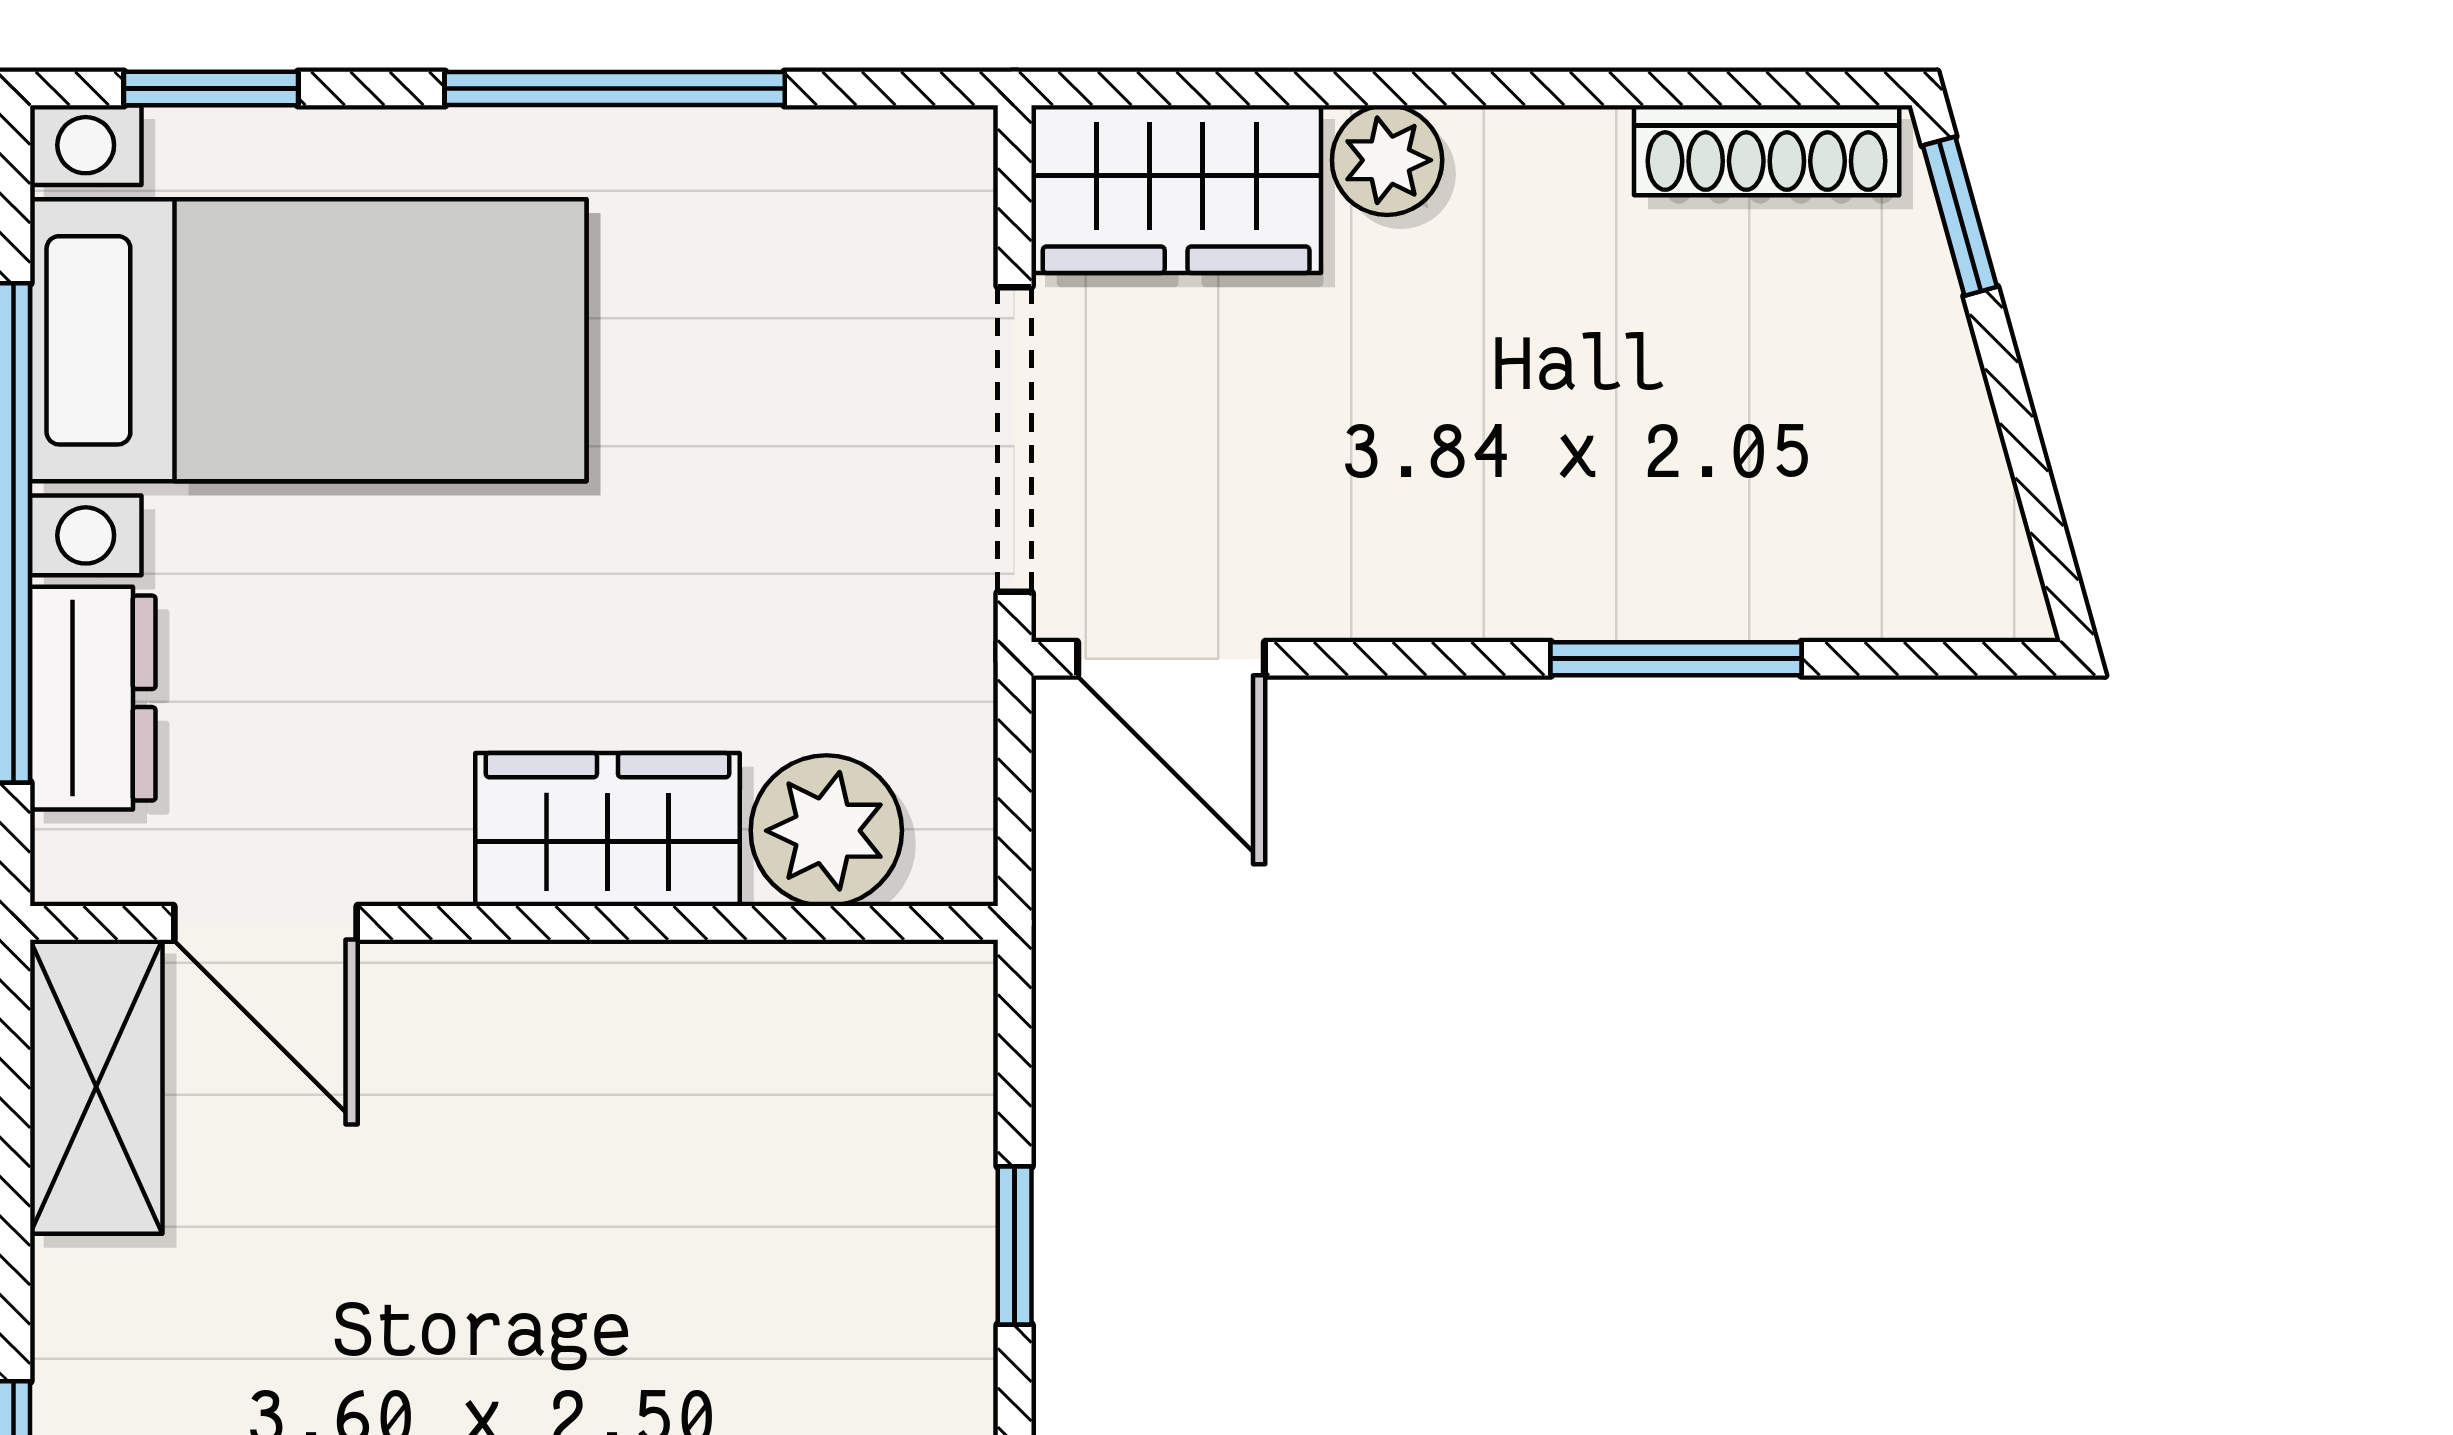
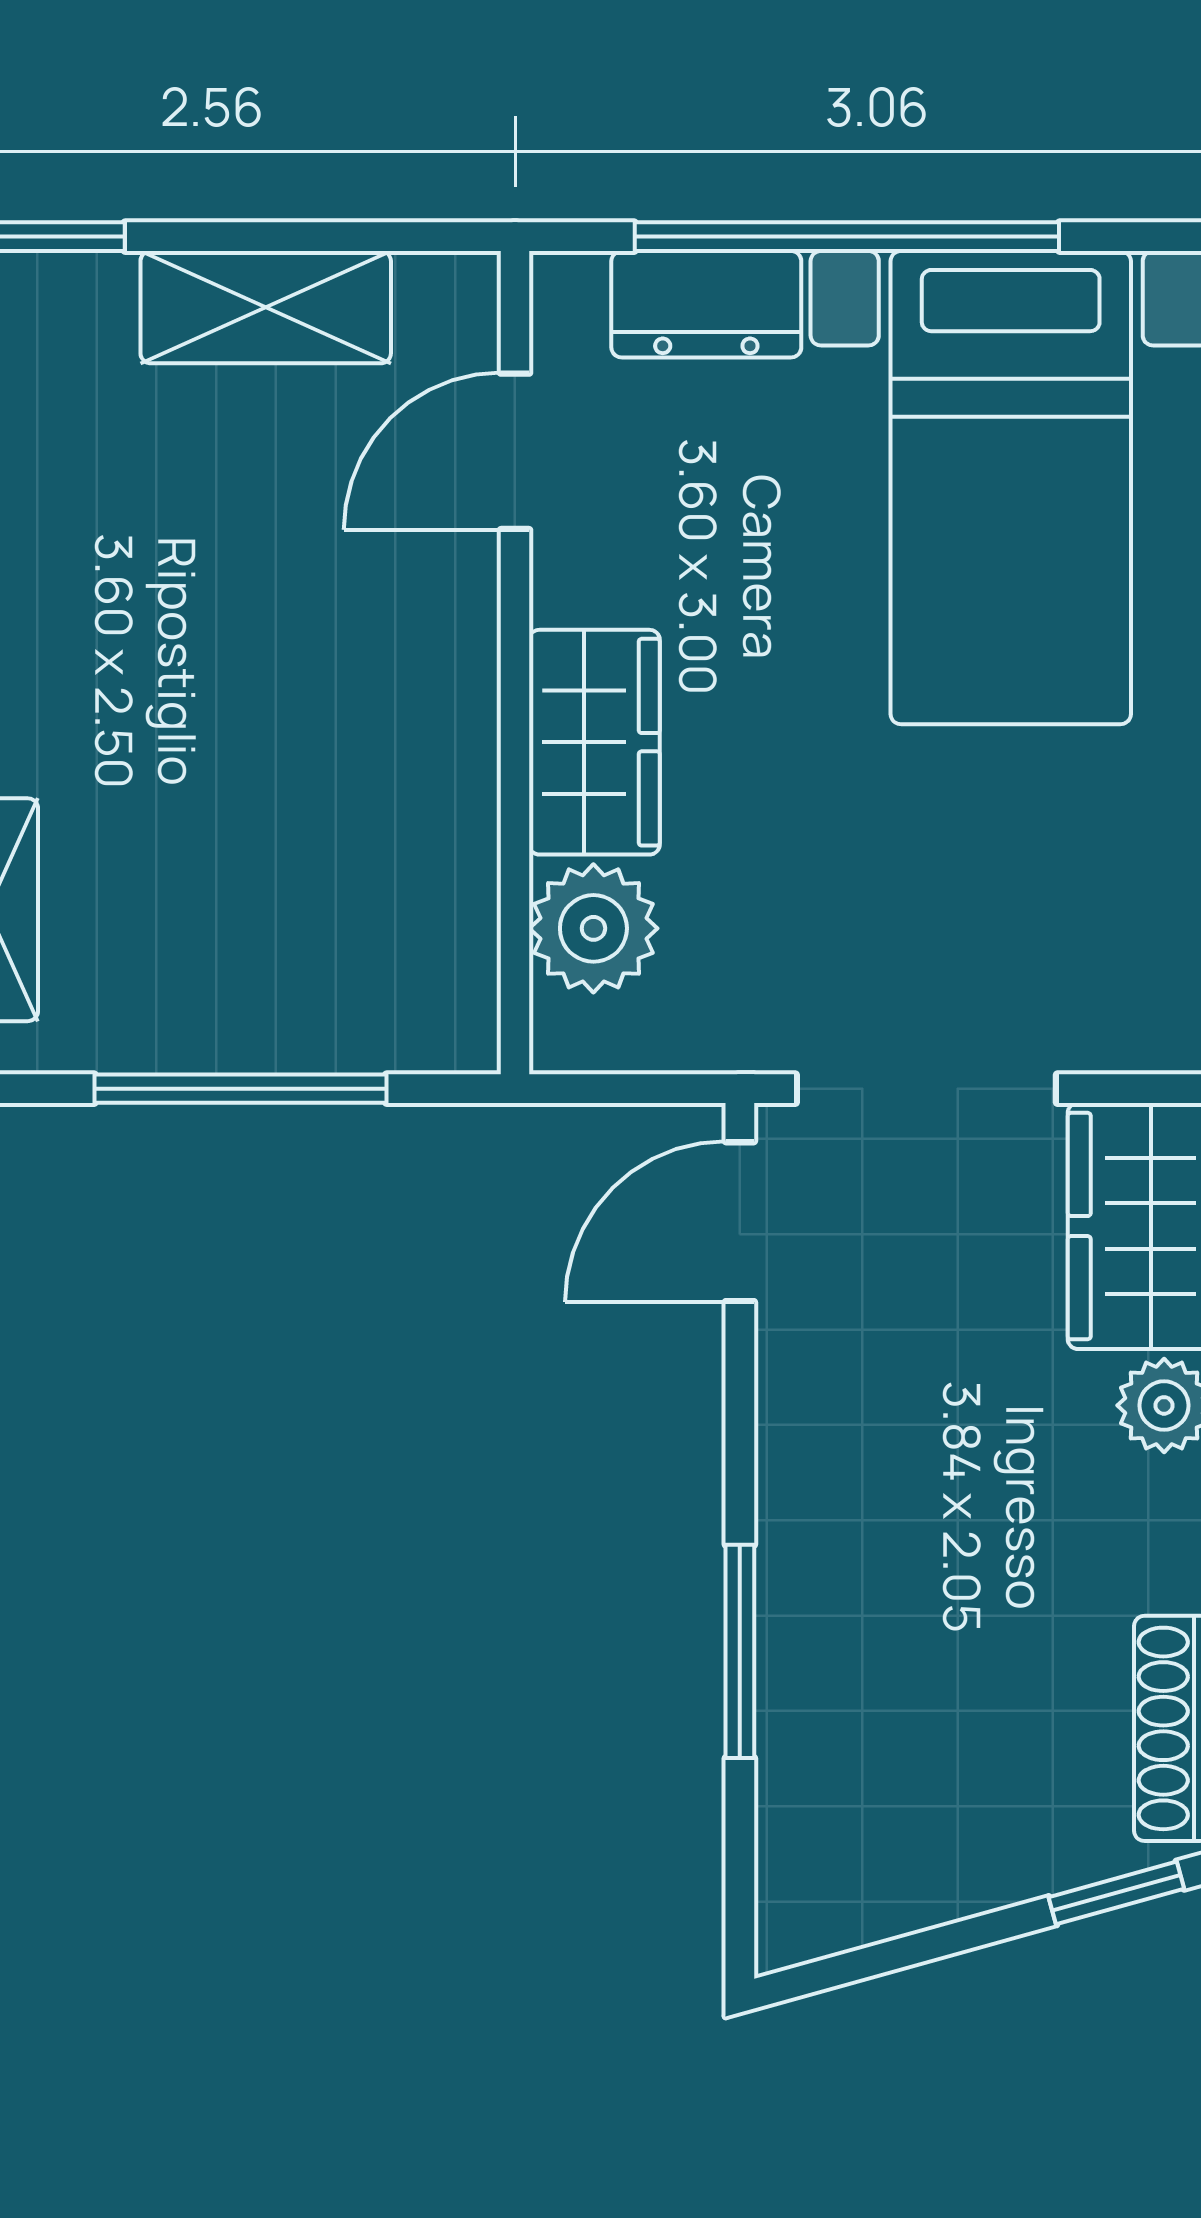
shelving: (96, 1087) -> (266, 307), moved
window: (1015, 1246) -> (240, 1089), width x2.17

